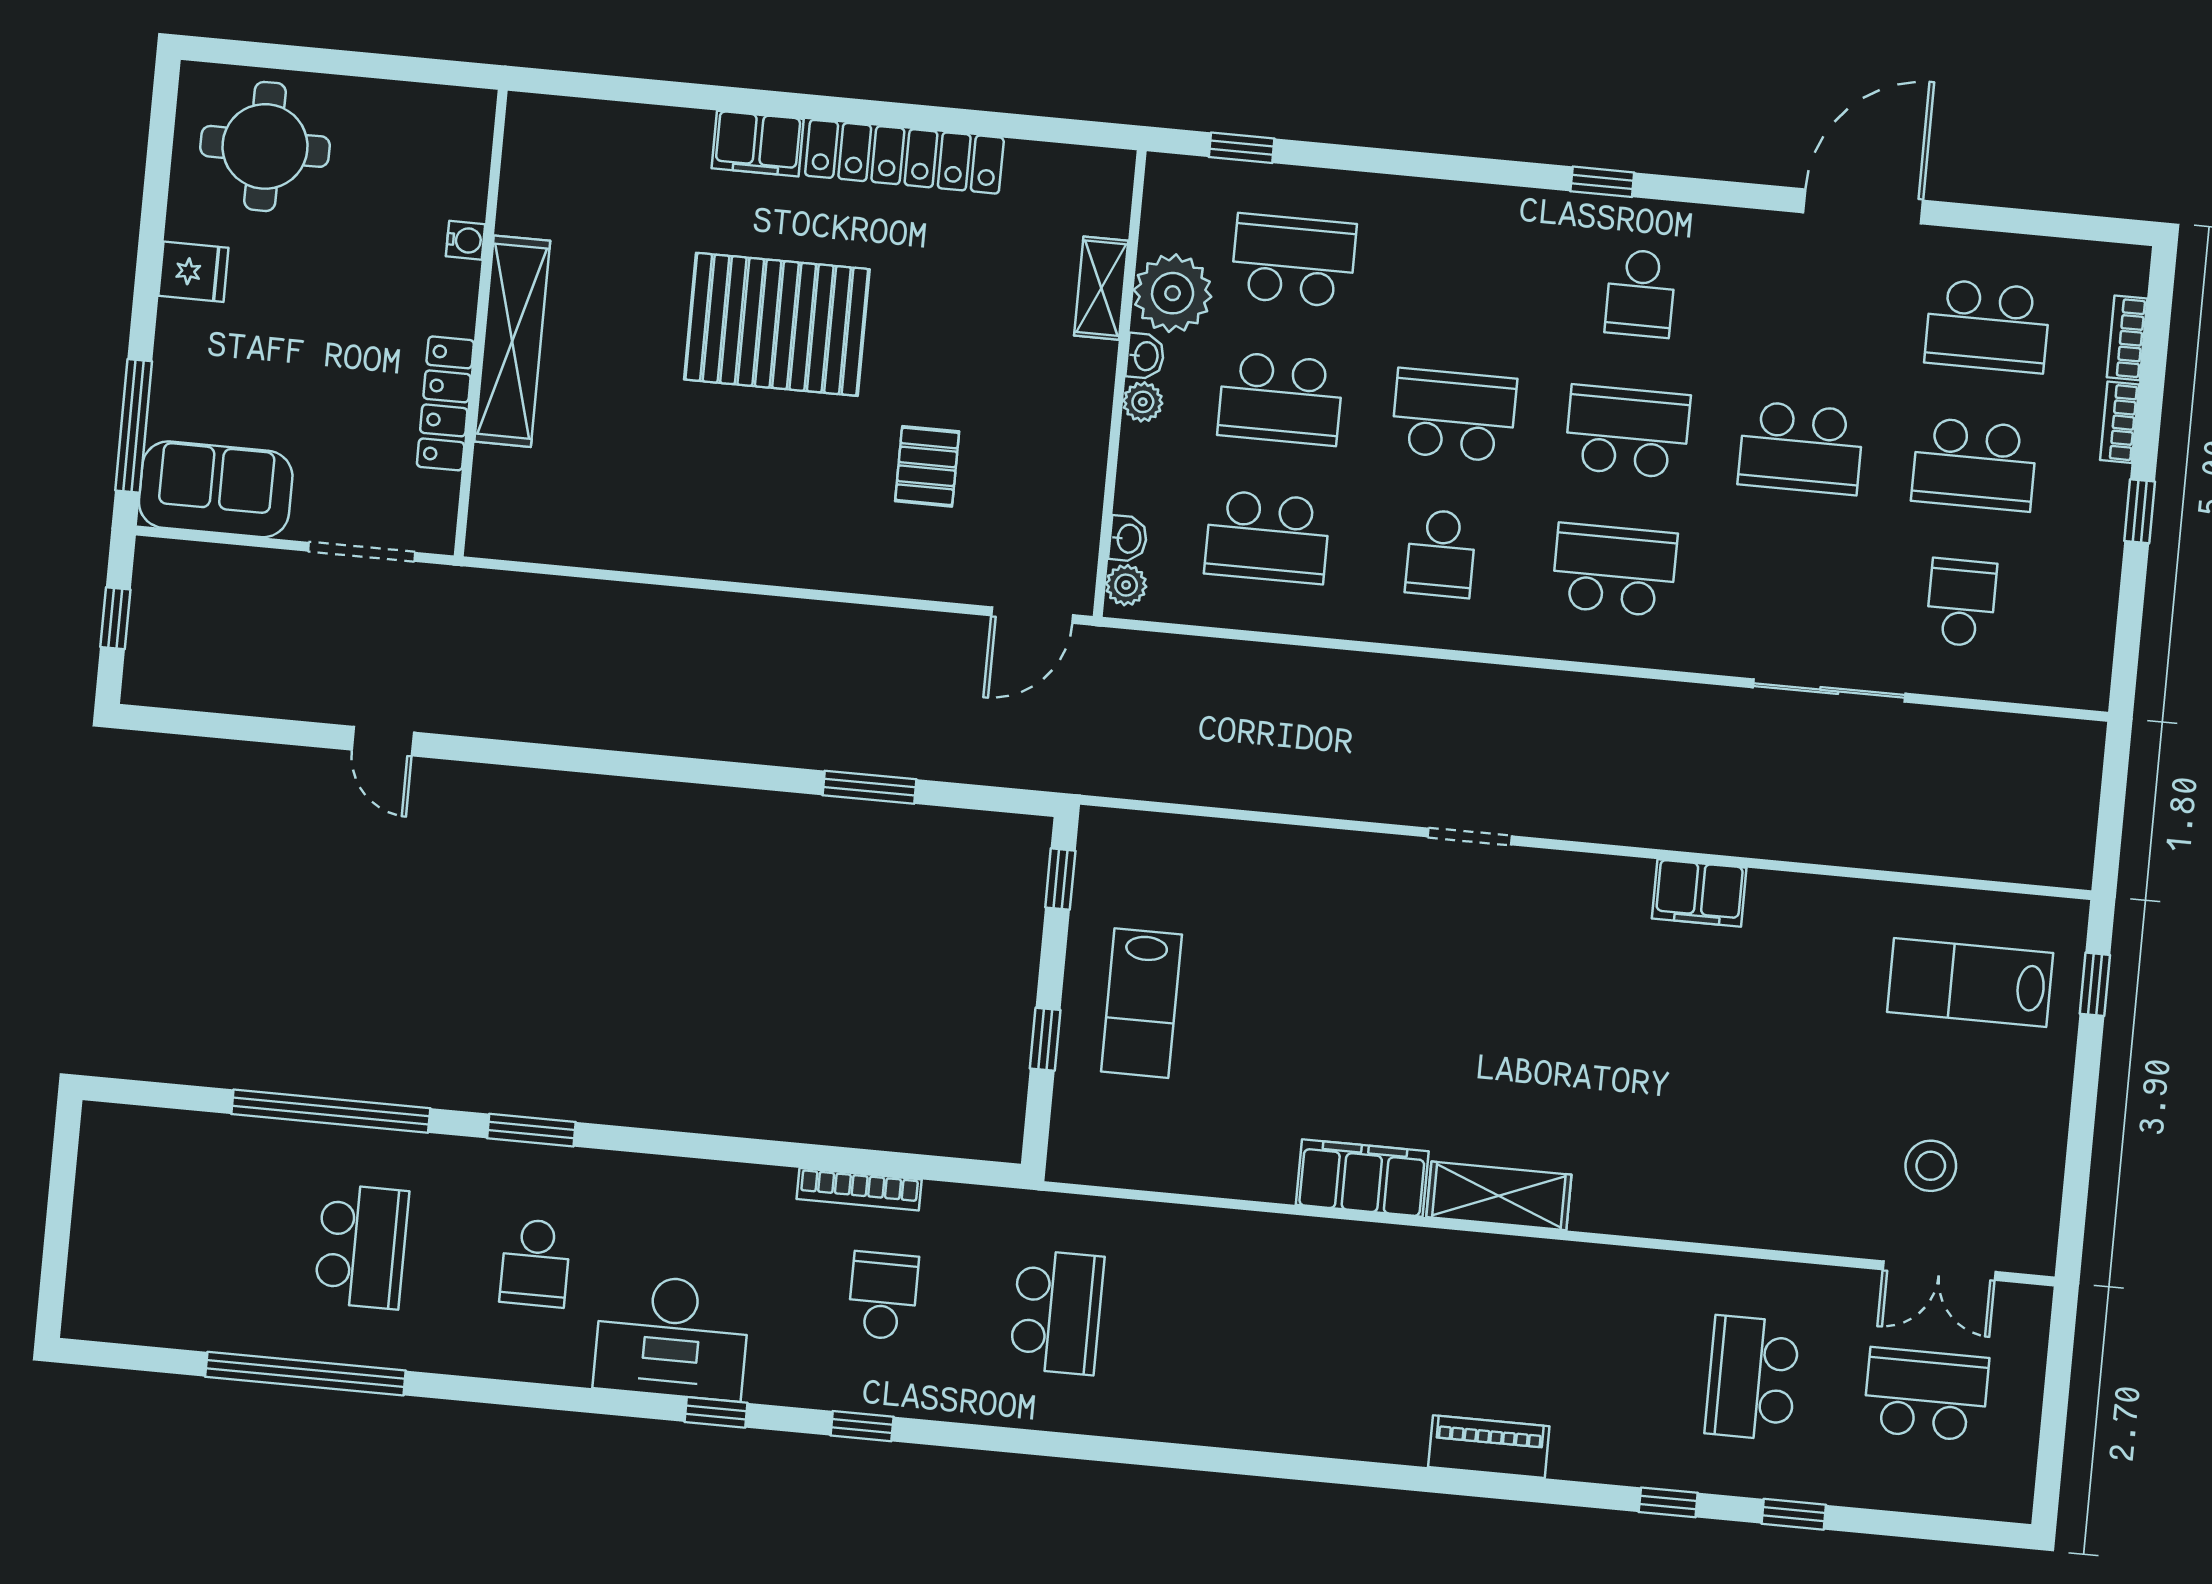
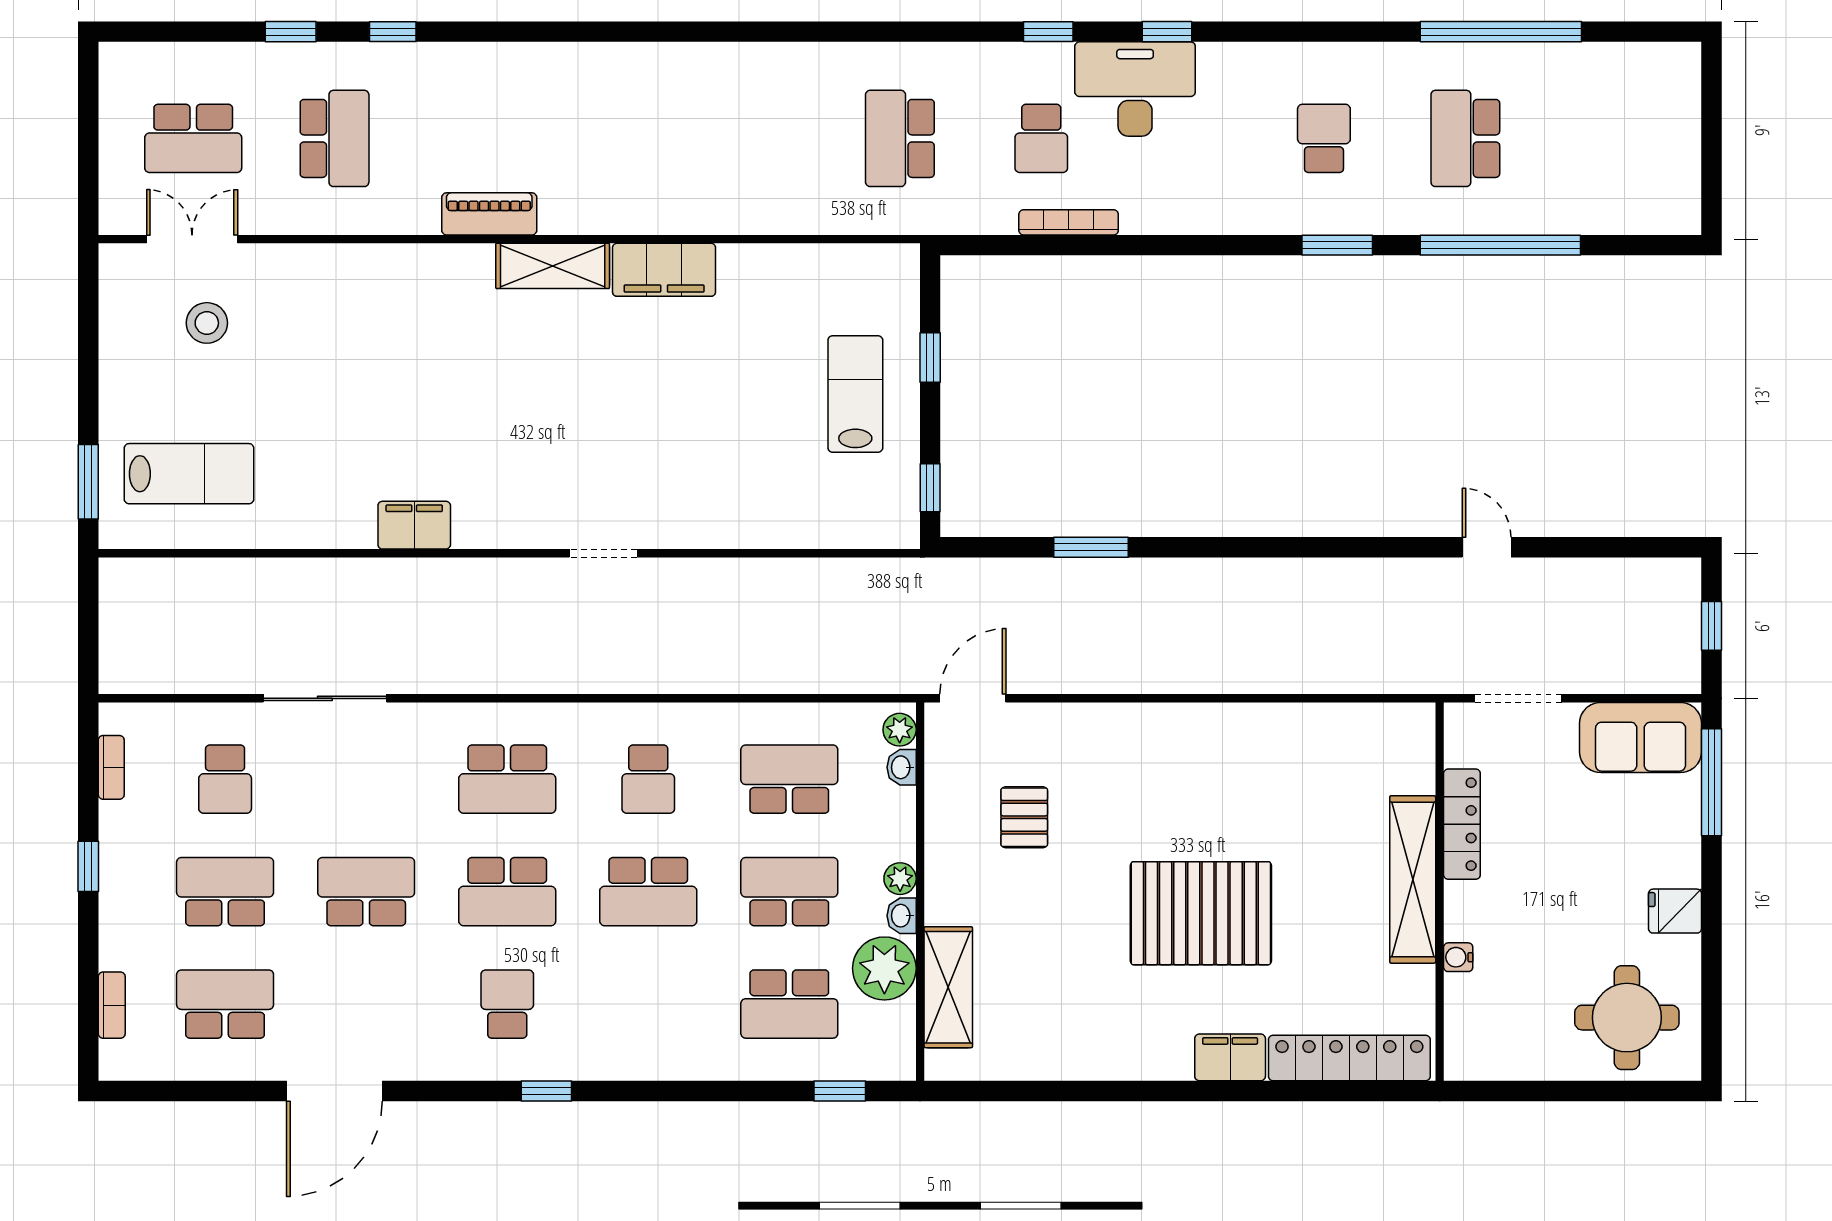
locker: (904, 157) -> (1349, 1058), moved
shelving: (1101, 288) -> (948, 987), width x1.50, depth x1.33
bookcase: (2120, 422) -> (111, 767), moved
pallet: (927, 466) -> (1024, 817), moved
school desk: (1441, 553) -> (648, 779), turned 180
window: (2095, 984) -> (88, 482), width x1.50
desk: (672, 1337) -> (1135, 89), moved
piano: (1489, 1447) -> (489, 214), moved, turned 180

